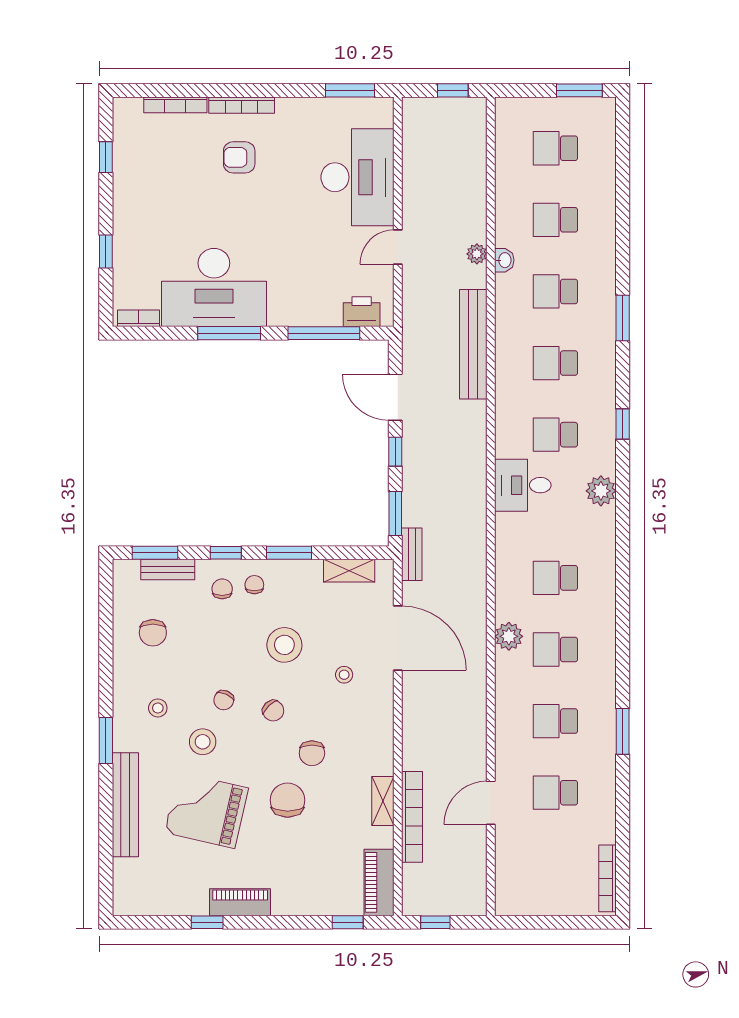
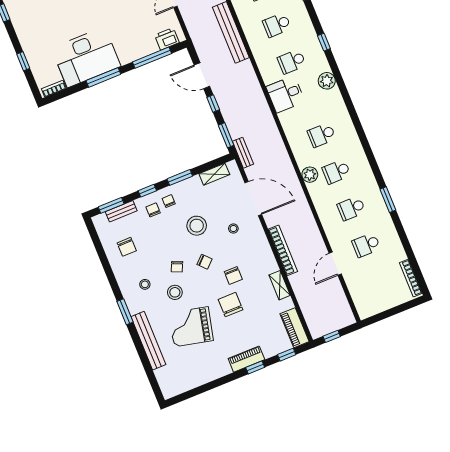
bookcase: (412, 817) -> (283, 250), moved
piano: (240, 902) -> (246, 359), moved
window: (207, 922) -> (255, 367), moved

